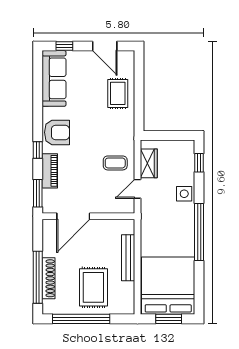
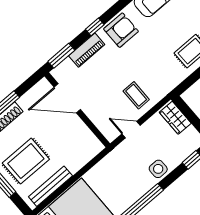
armchair: (57, 132) -> (121, 30), turned -90
wardrobe: (149, 163) -> (175, 118), moved, turned 90
bench: (128, 258) -> (50, 186), moved

